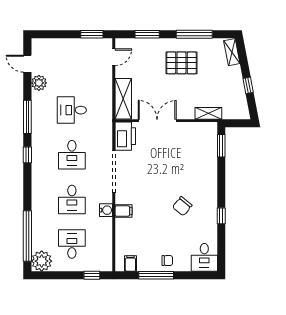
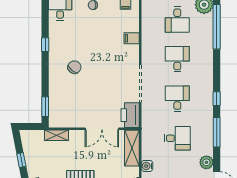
chair: (182, 206) -> (74, 67), moved
water cooler: (106, 210) -> (147, 166), moved
filing cabinet: (123, 211) -> (132, 38), moved

